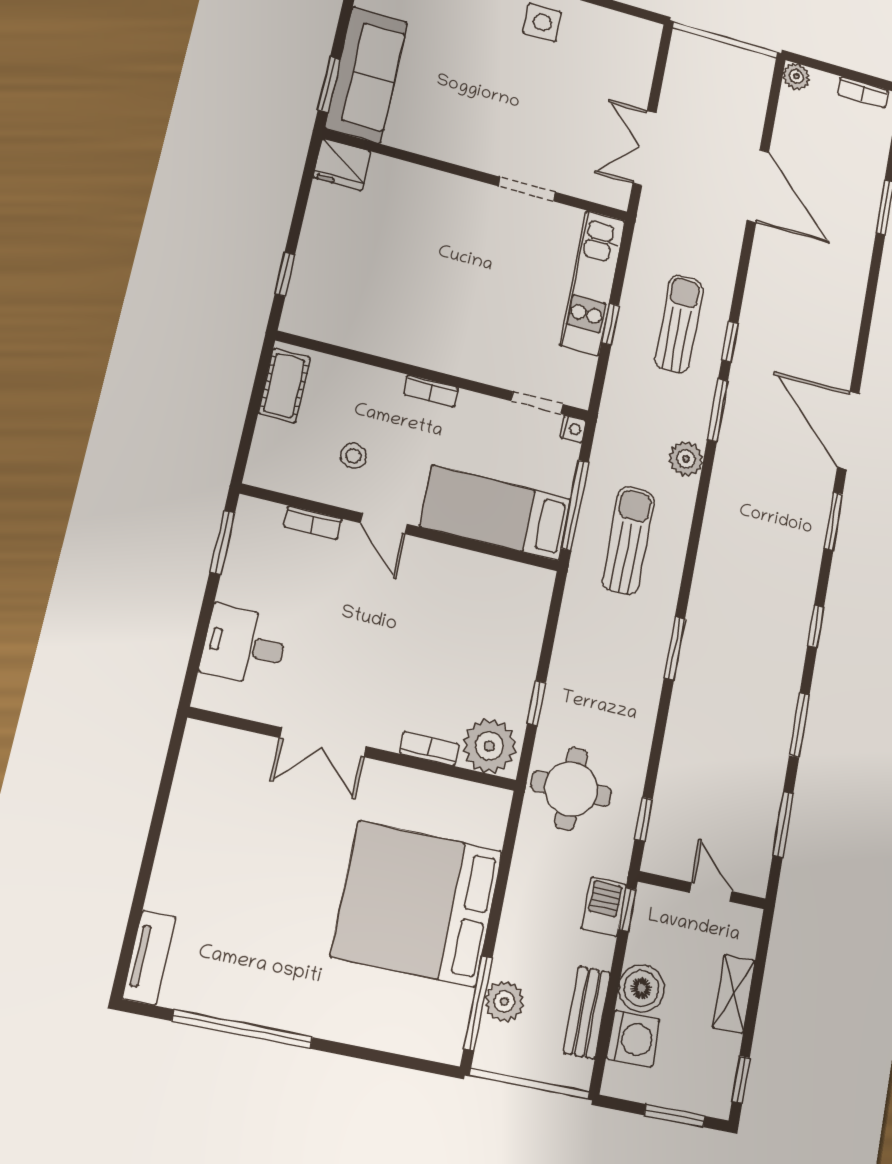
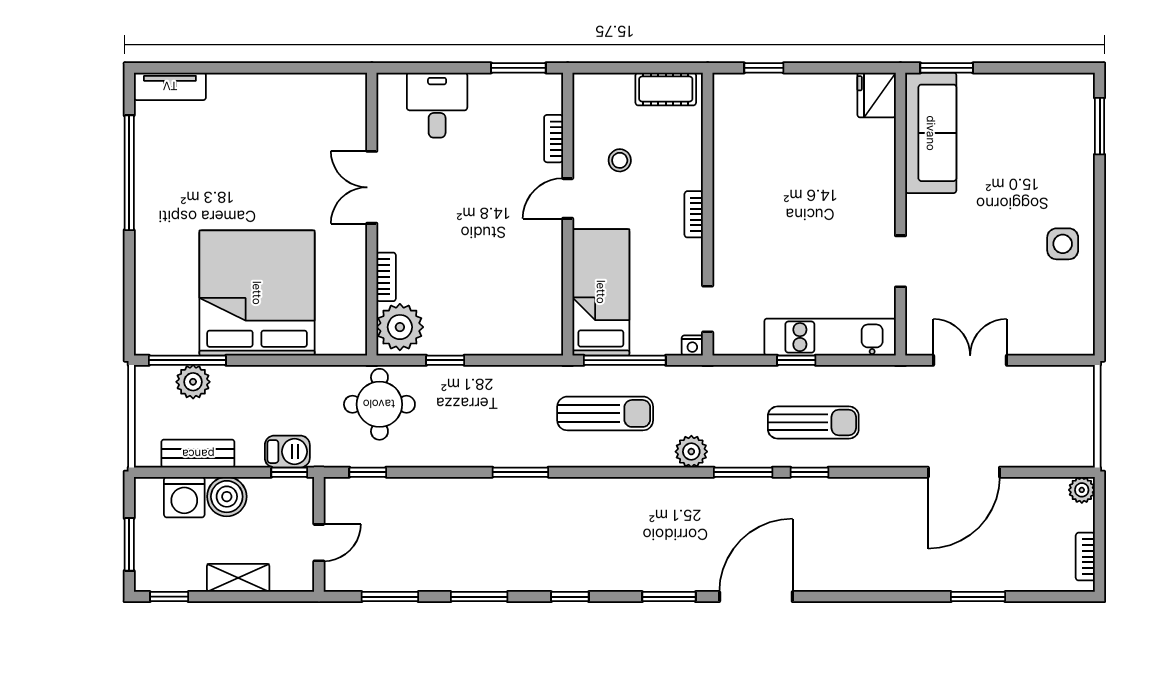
sofa: (366, 75) -> (931, 133), moved, turned -90

